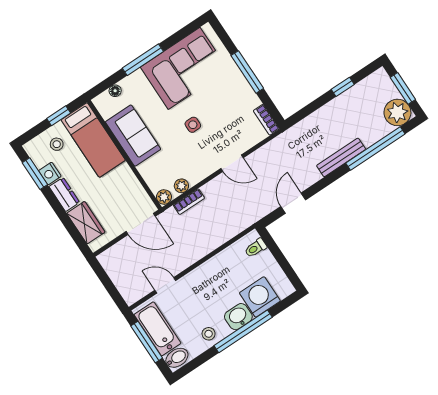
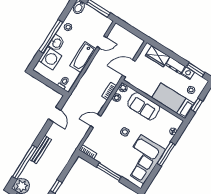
sofa: (133, 136) -> (144, 106), moved
bathtub: (158, 329) -> (83, 57), moved, turned 90

